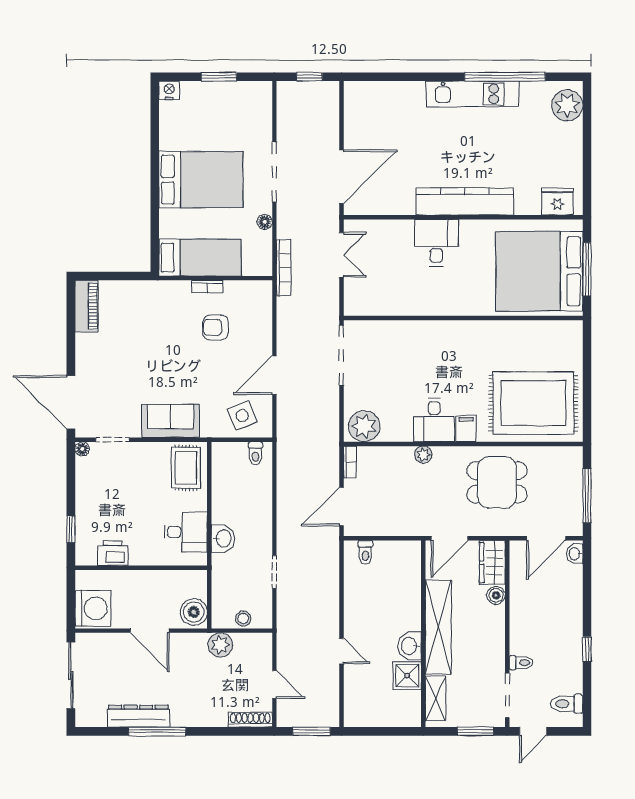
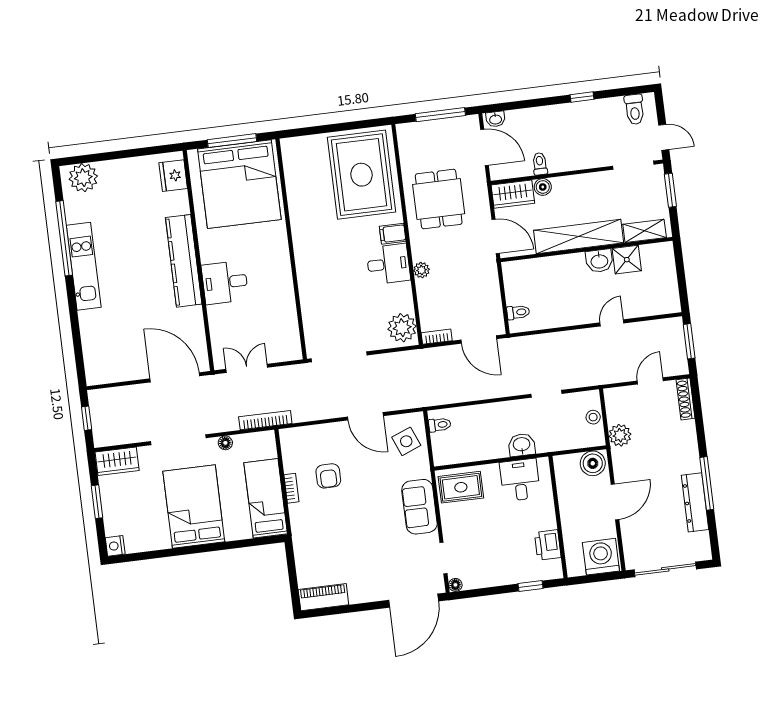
wardrobe: (259, 104) -> (117, 461), added
toilet: (521, 663) -> (540, 164), moved

